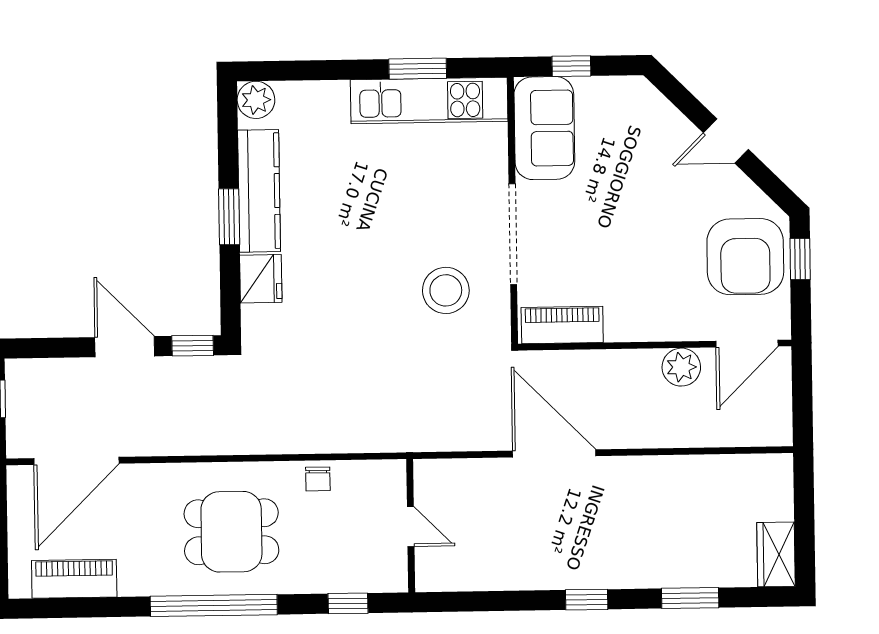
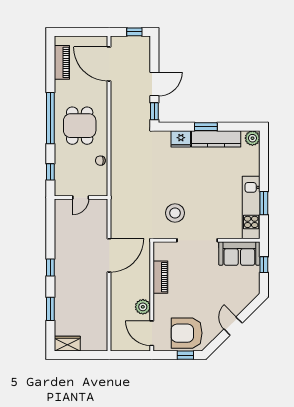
piano: (562, 325) -> (160, 277), moved

